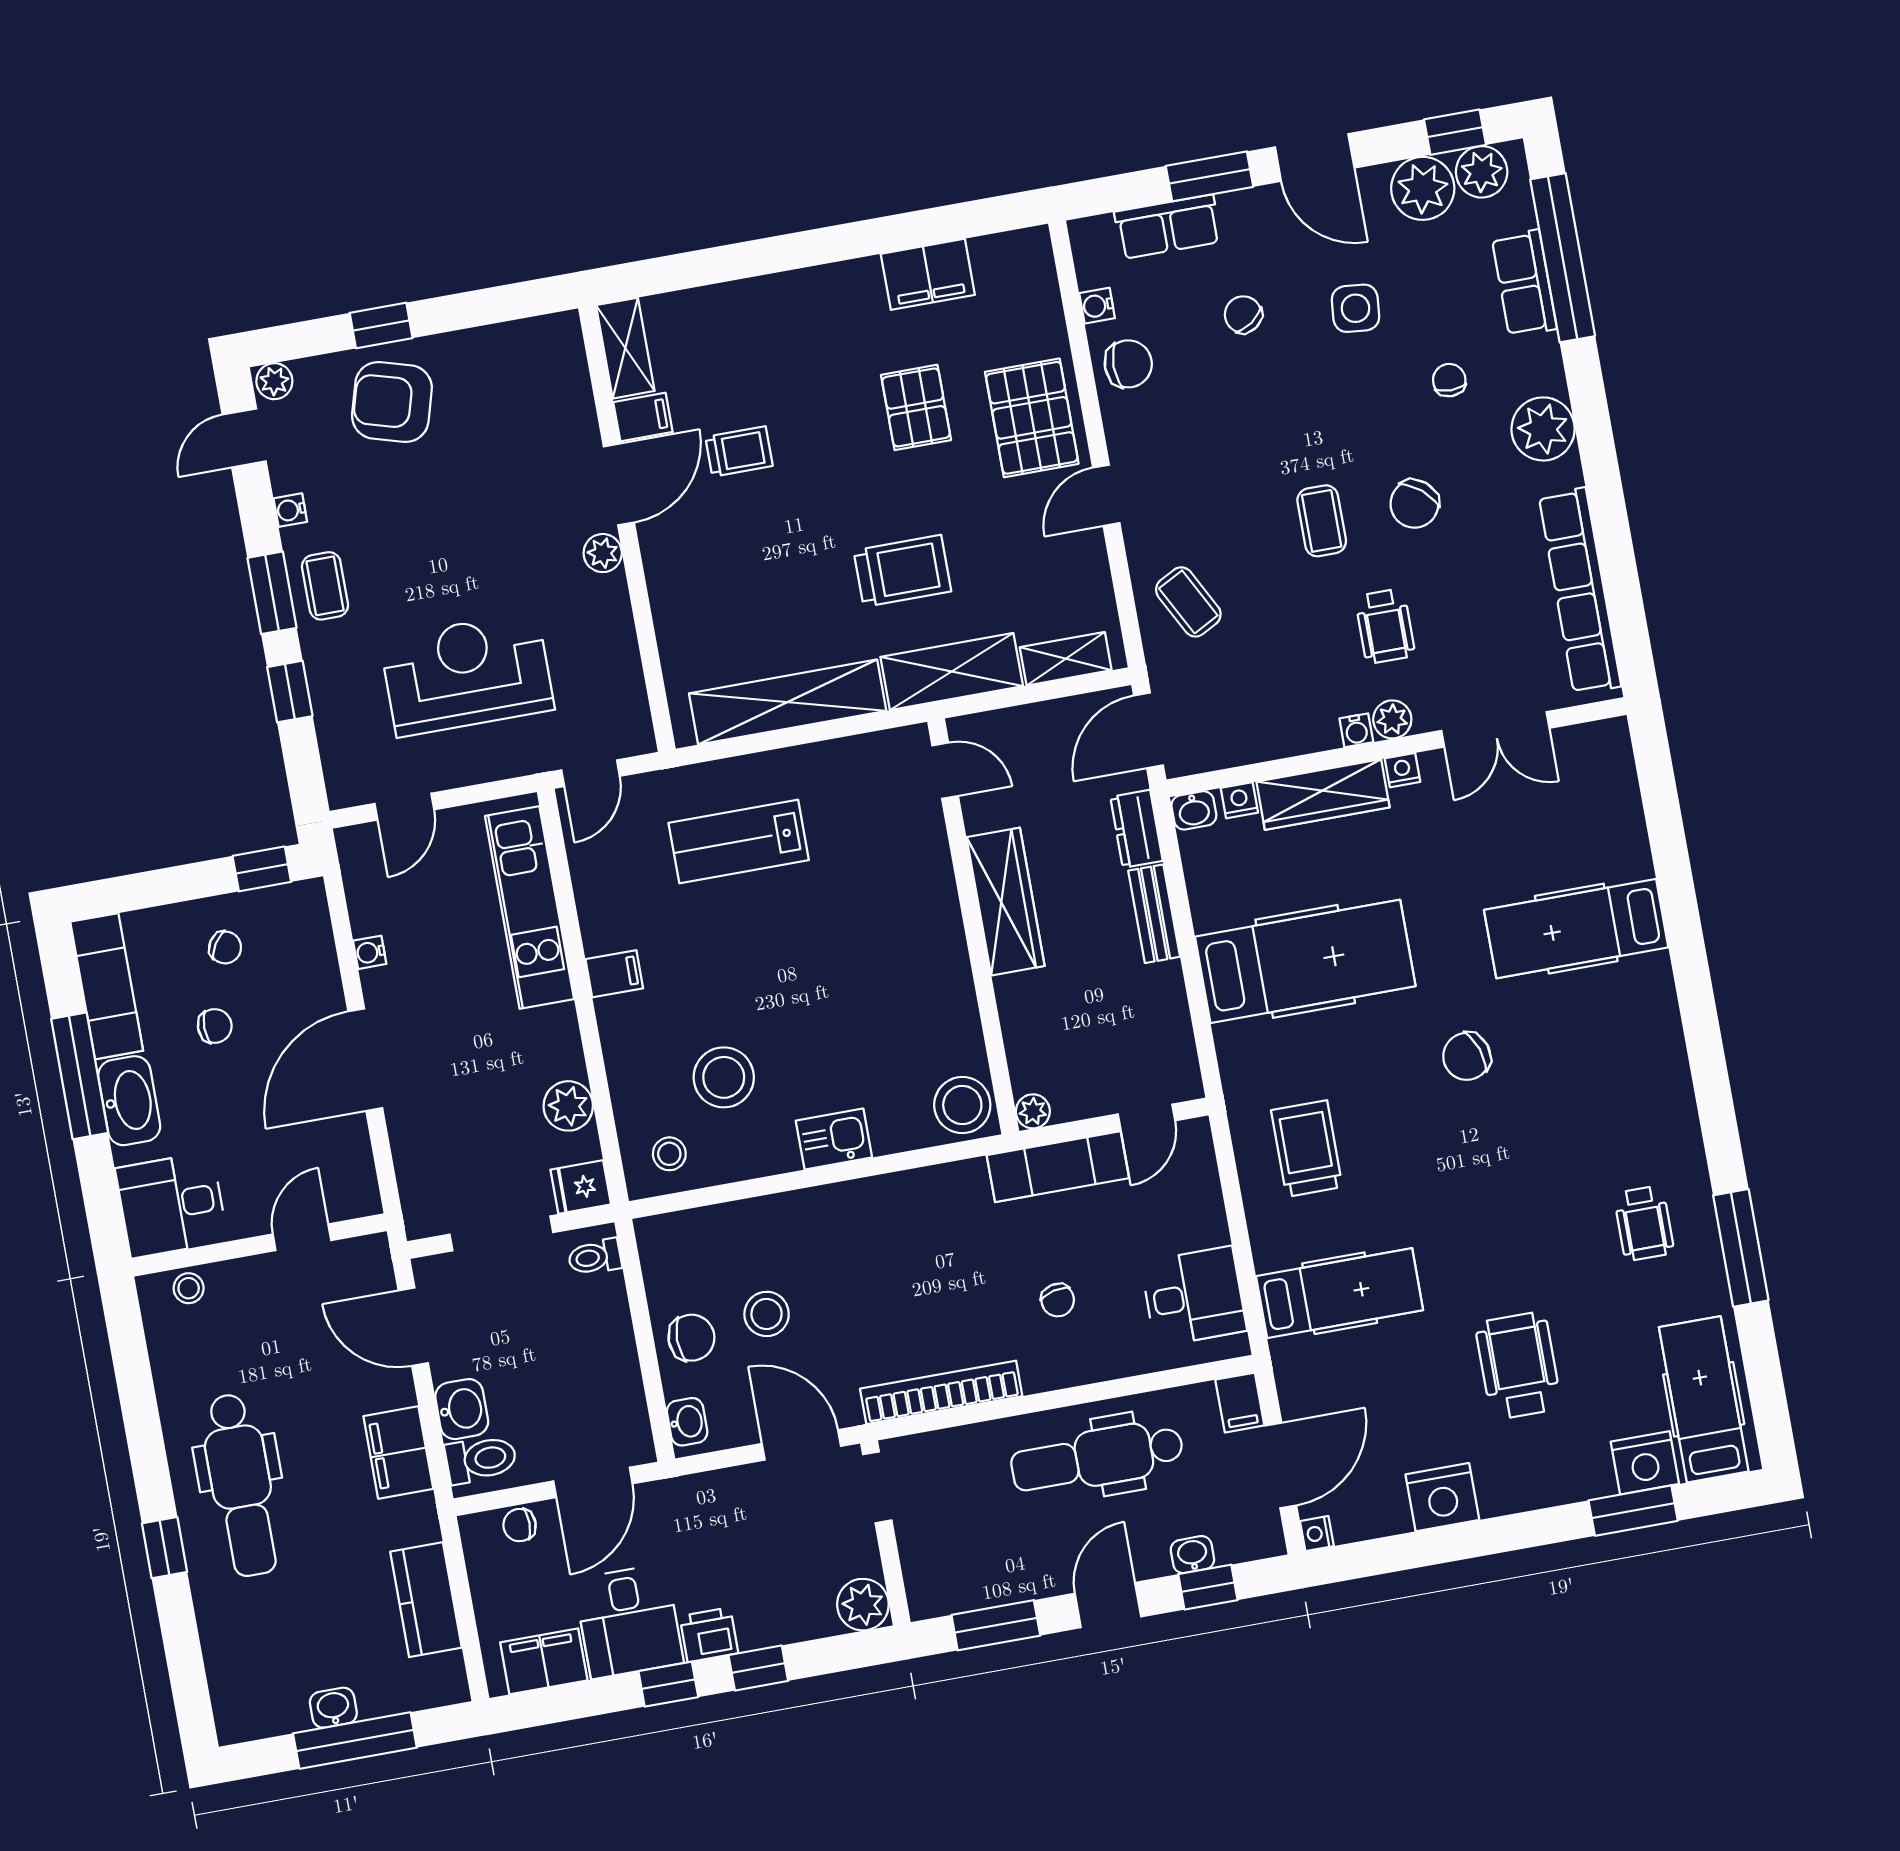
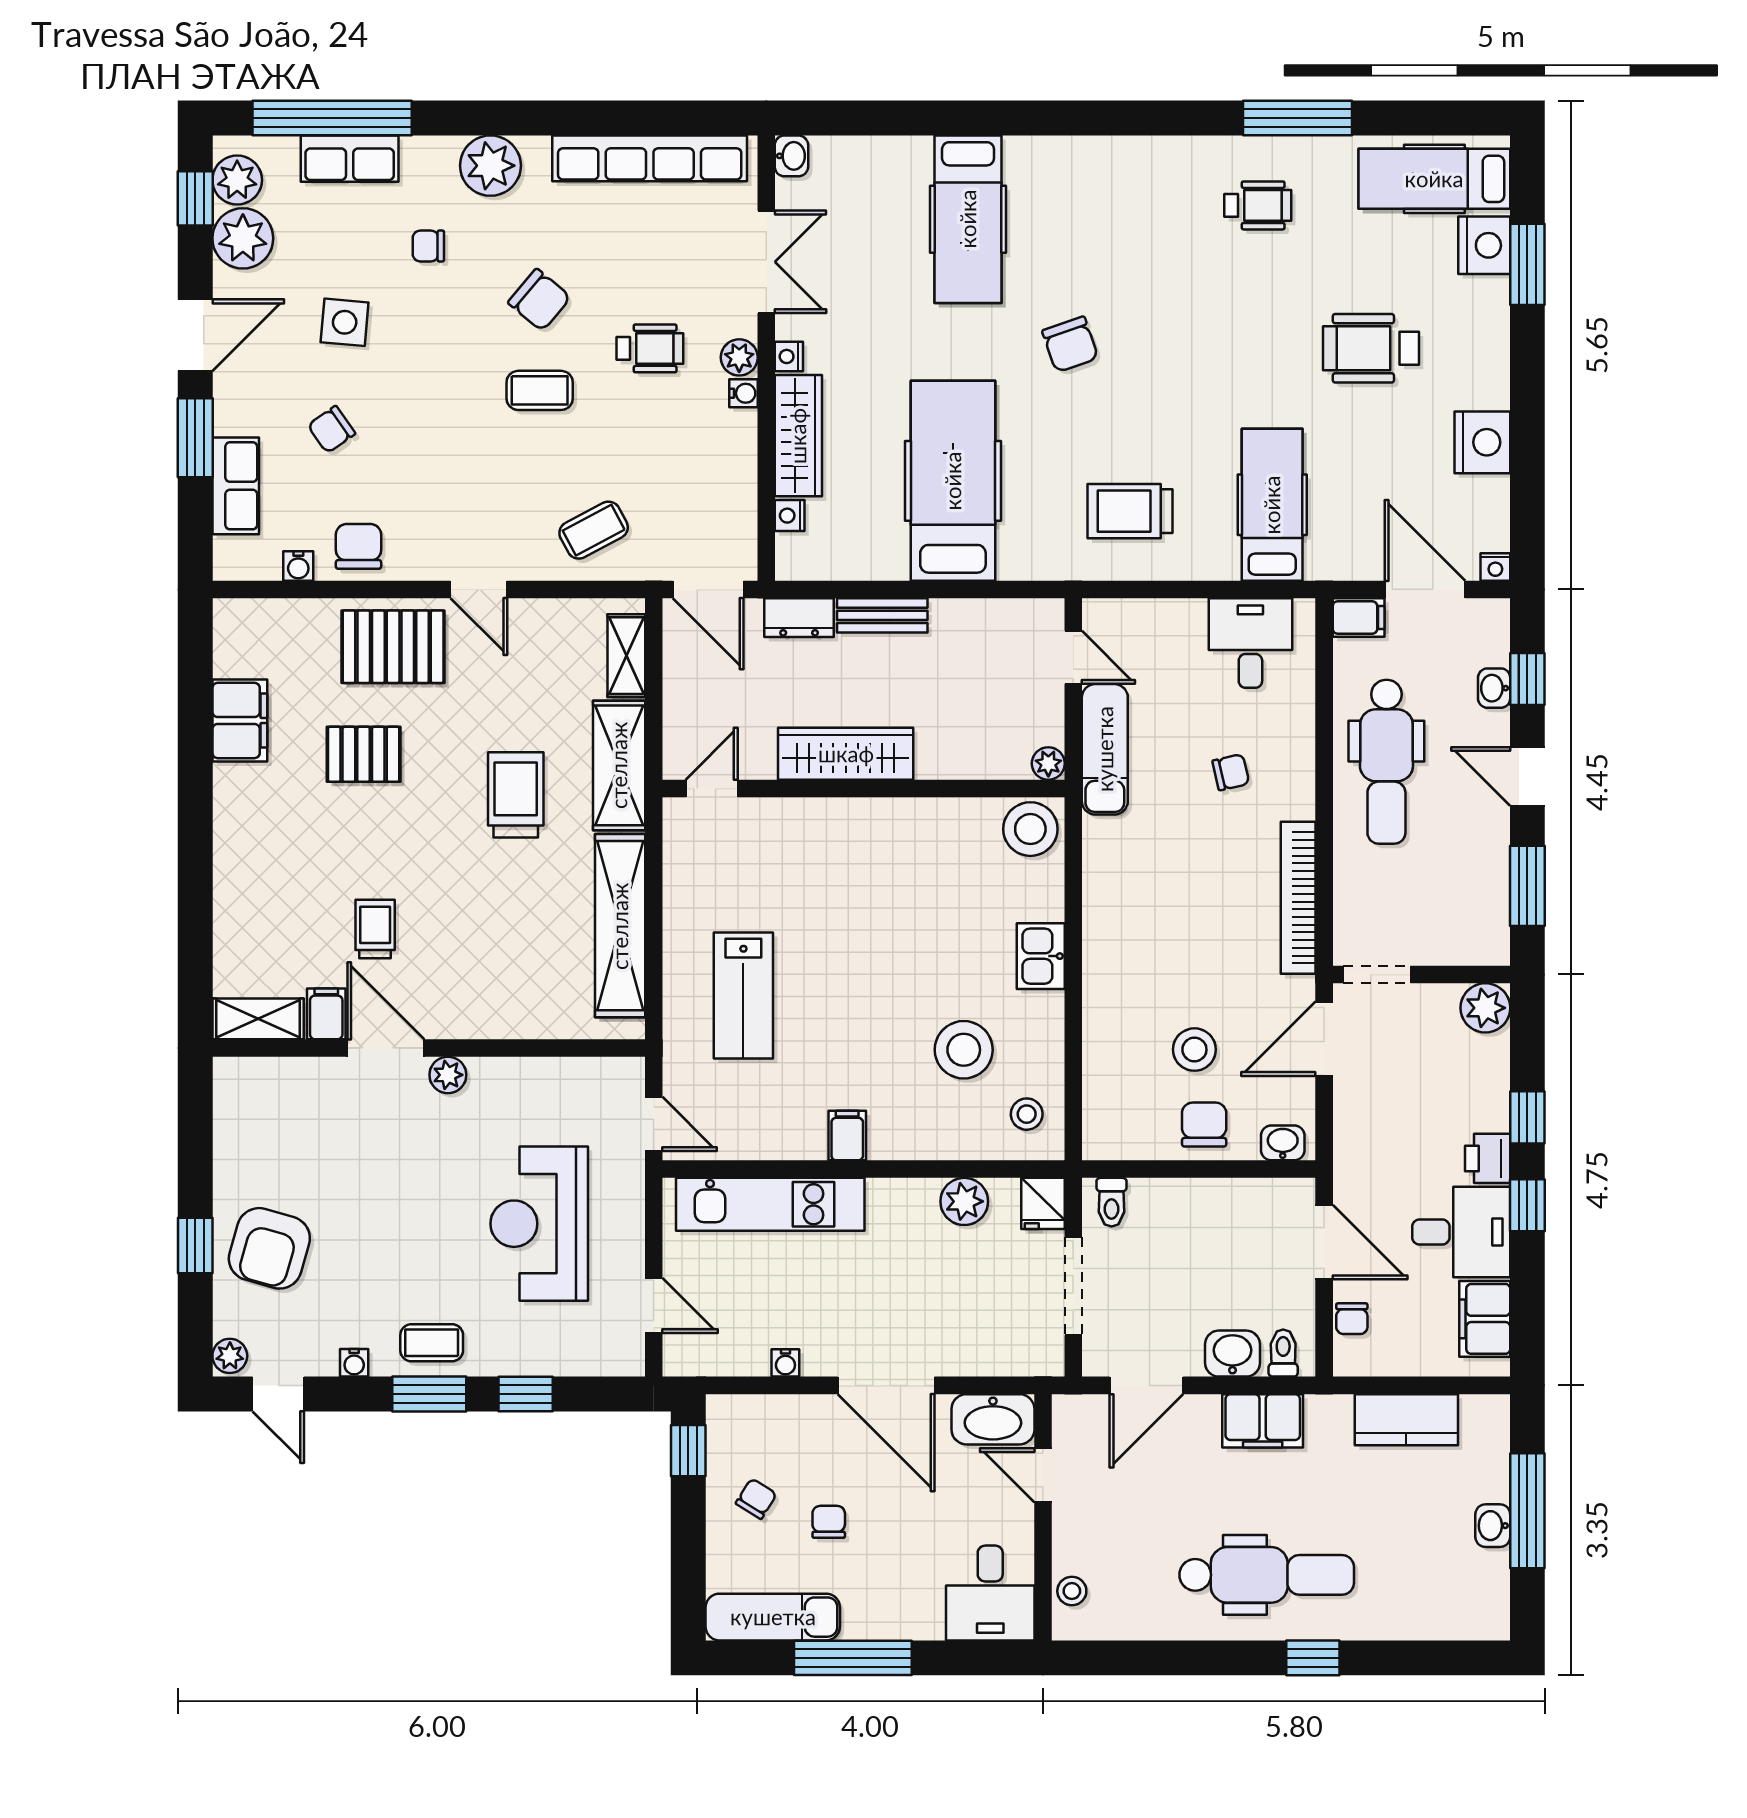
washbasin: (1194, 810) -> (791, 156), moved
washbasin: (129, 1101) -> (993, 1419), moved, turned 180
toilet: (481, 1459) -> (1283, 1353), width x0.73, depth x0.72

